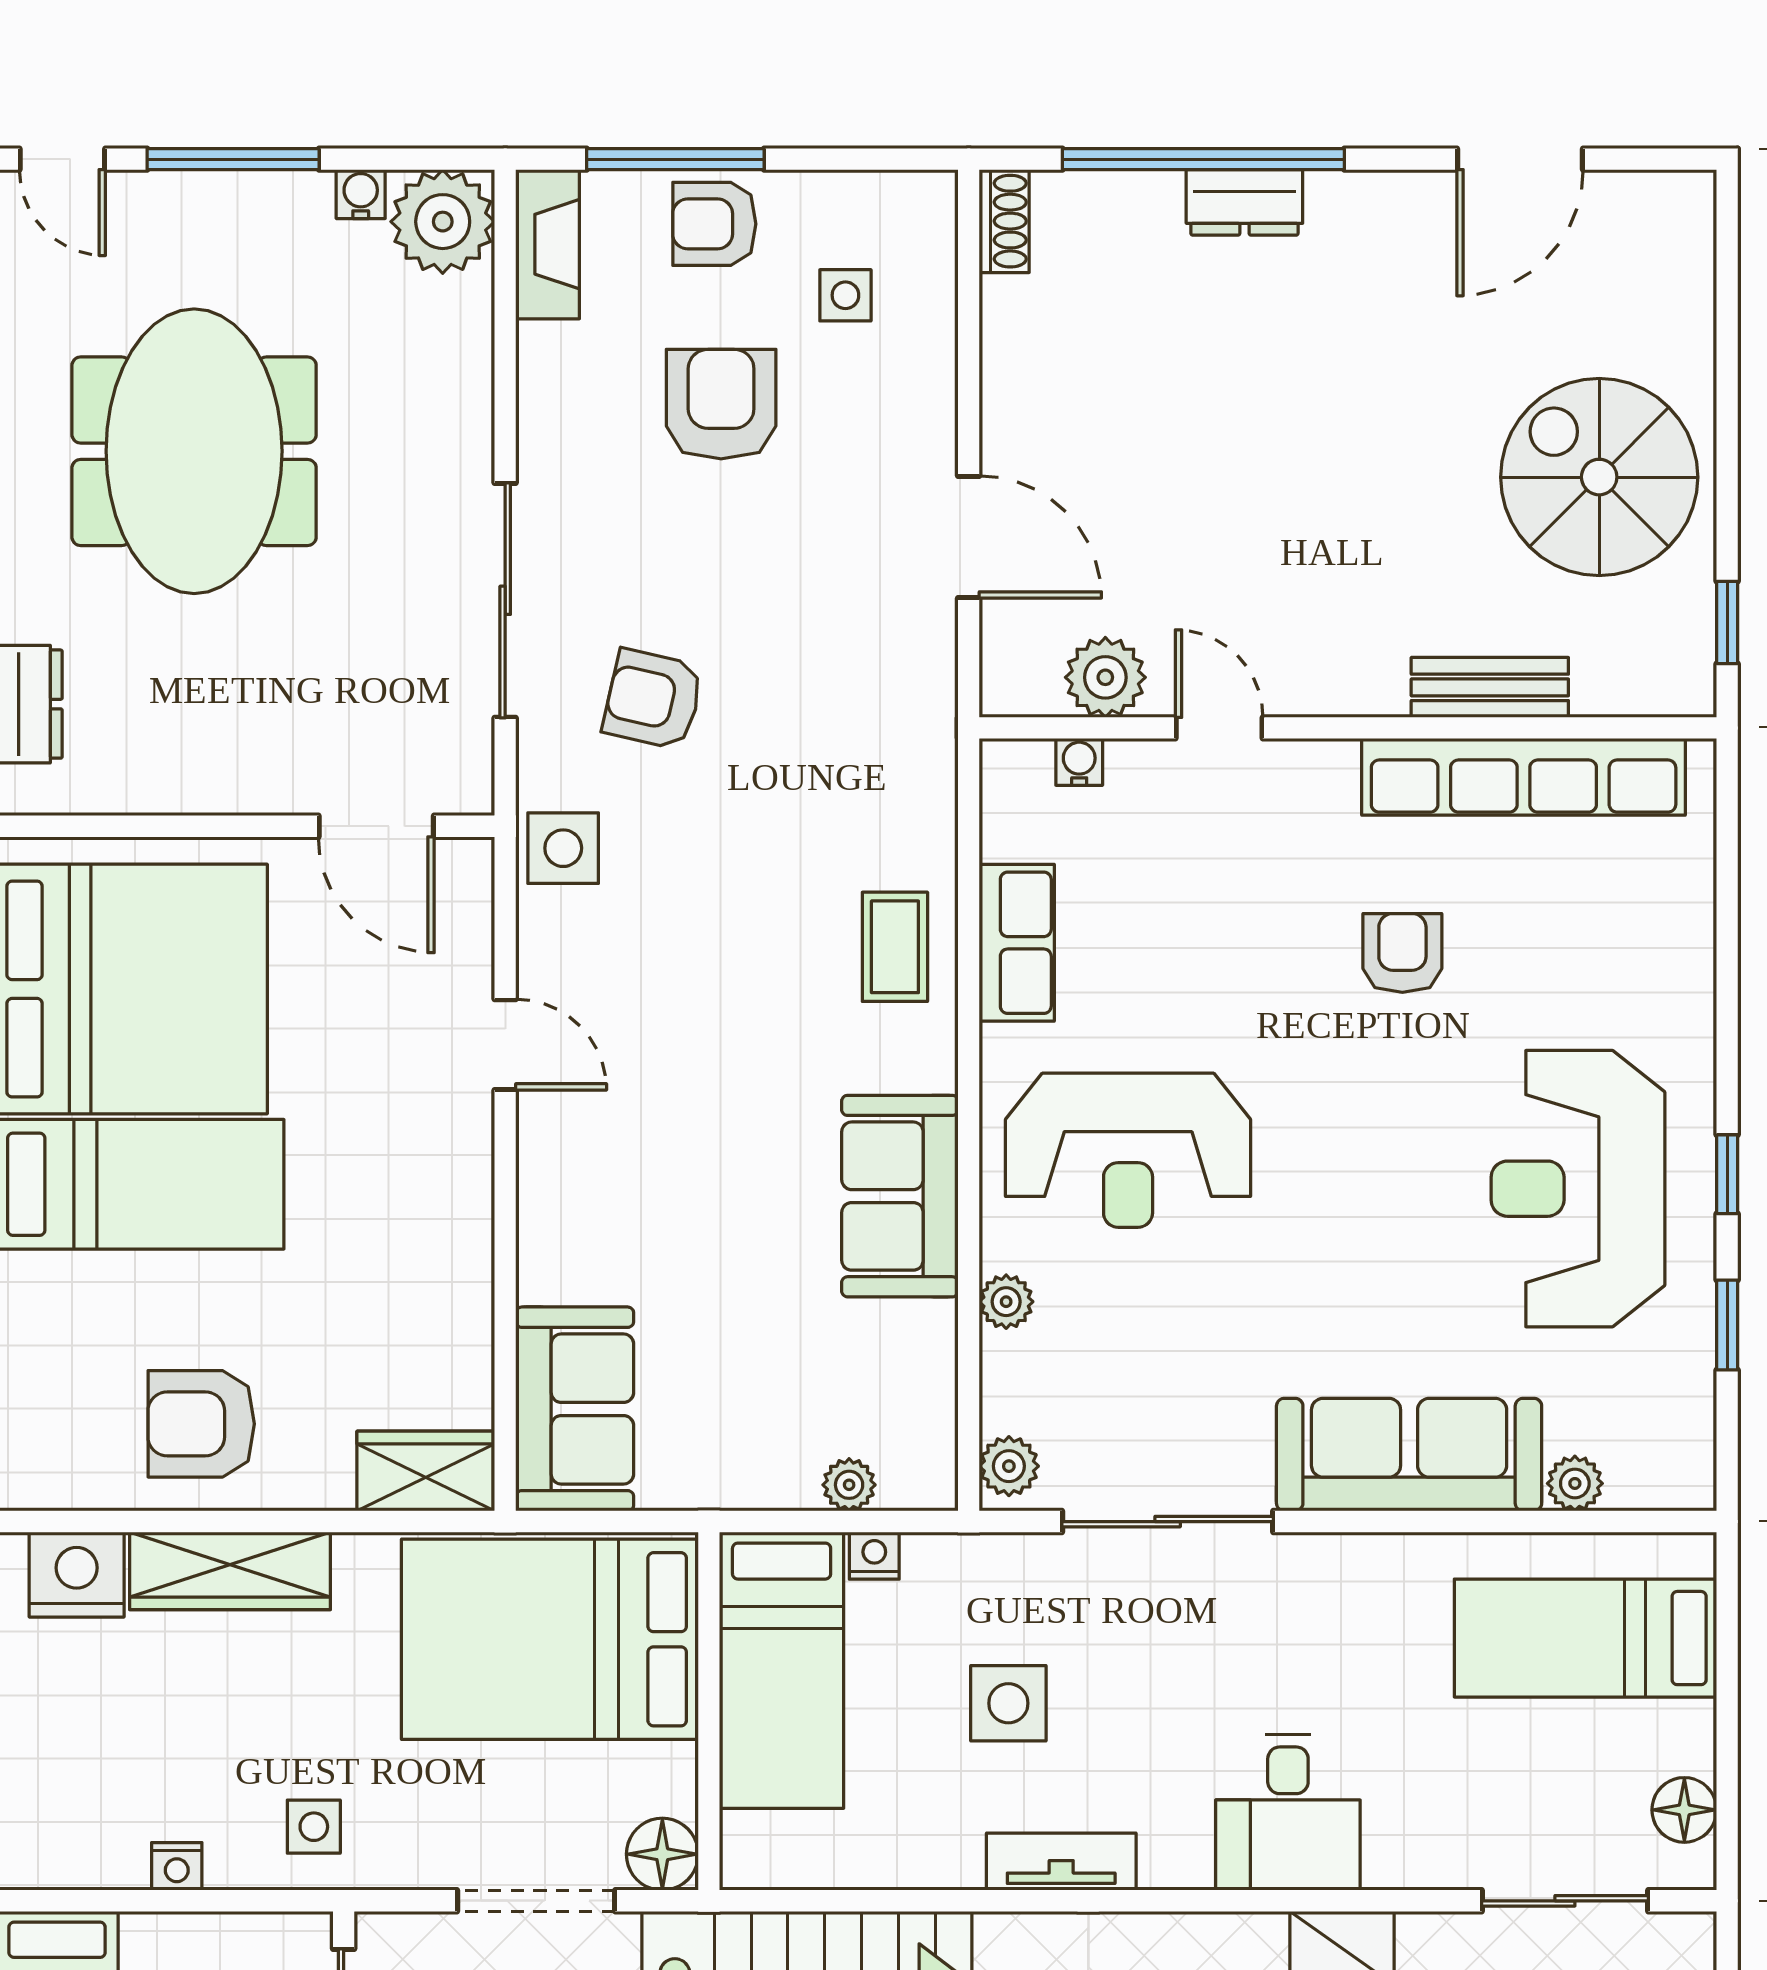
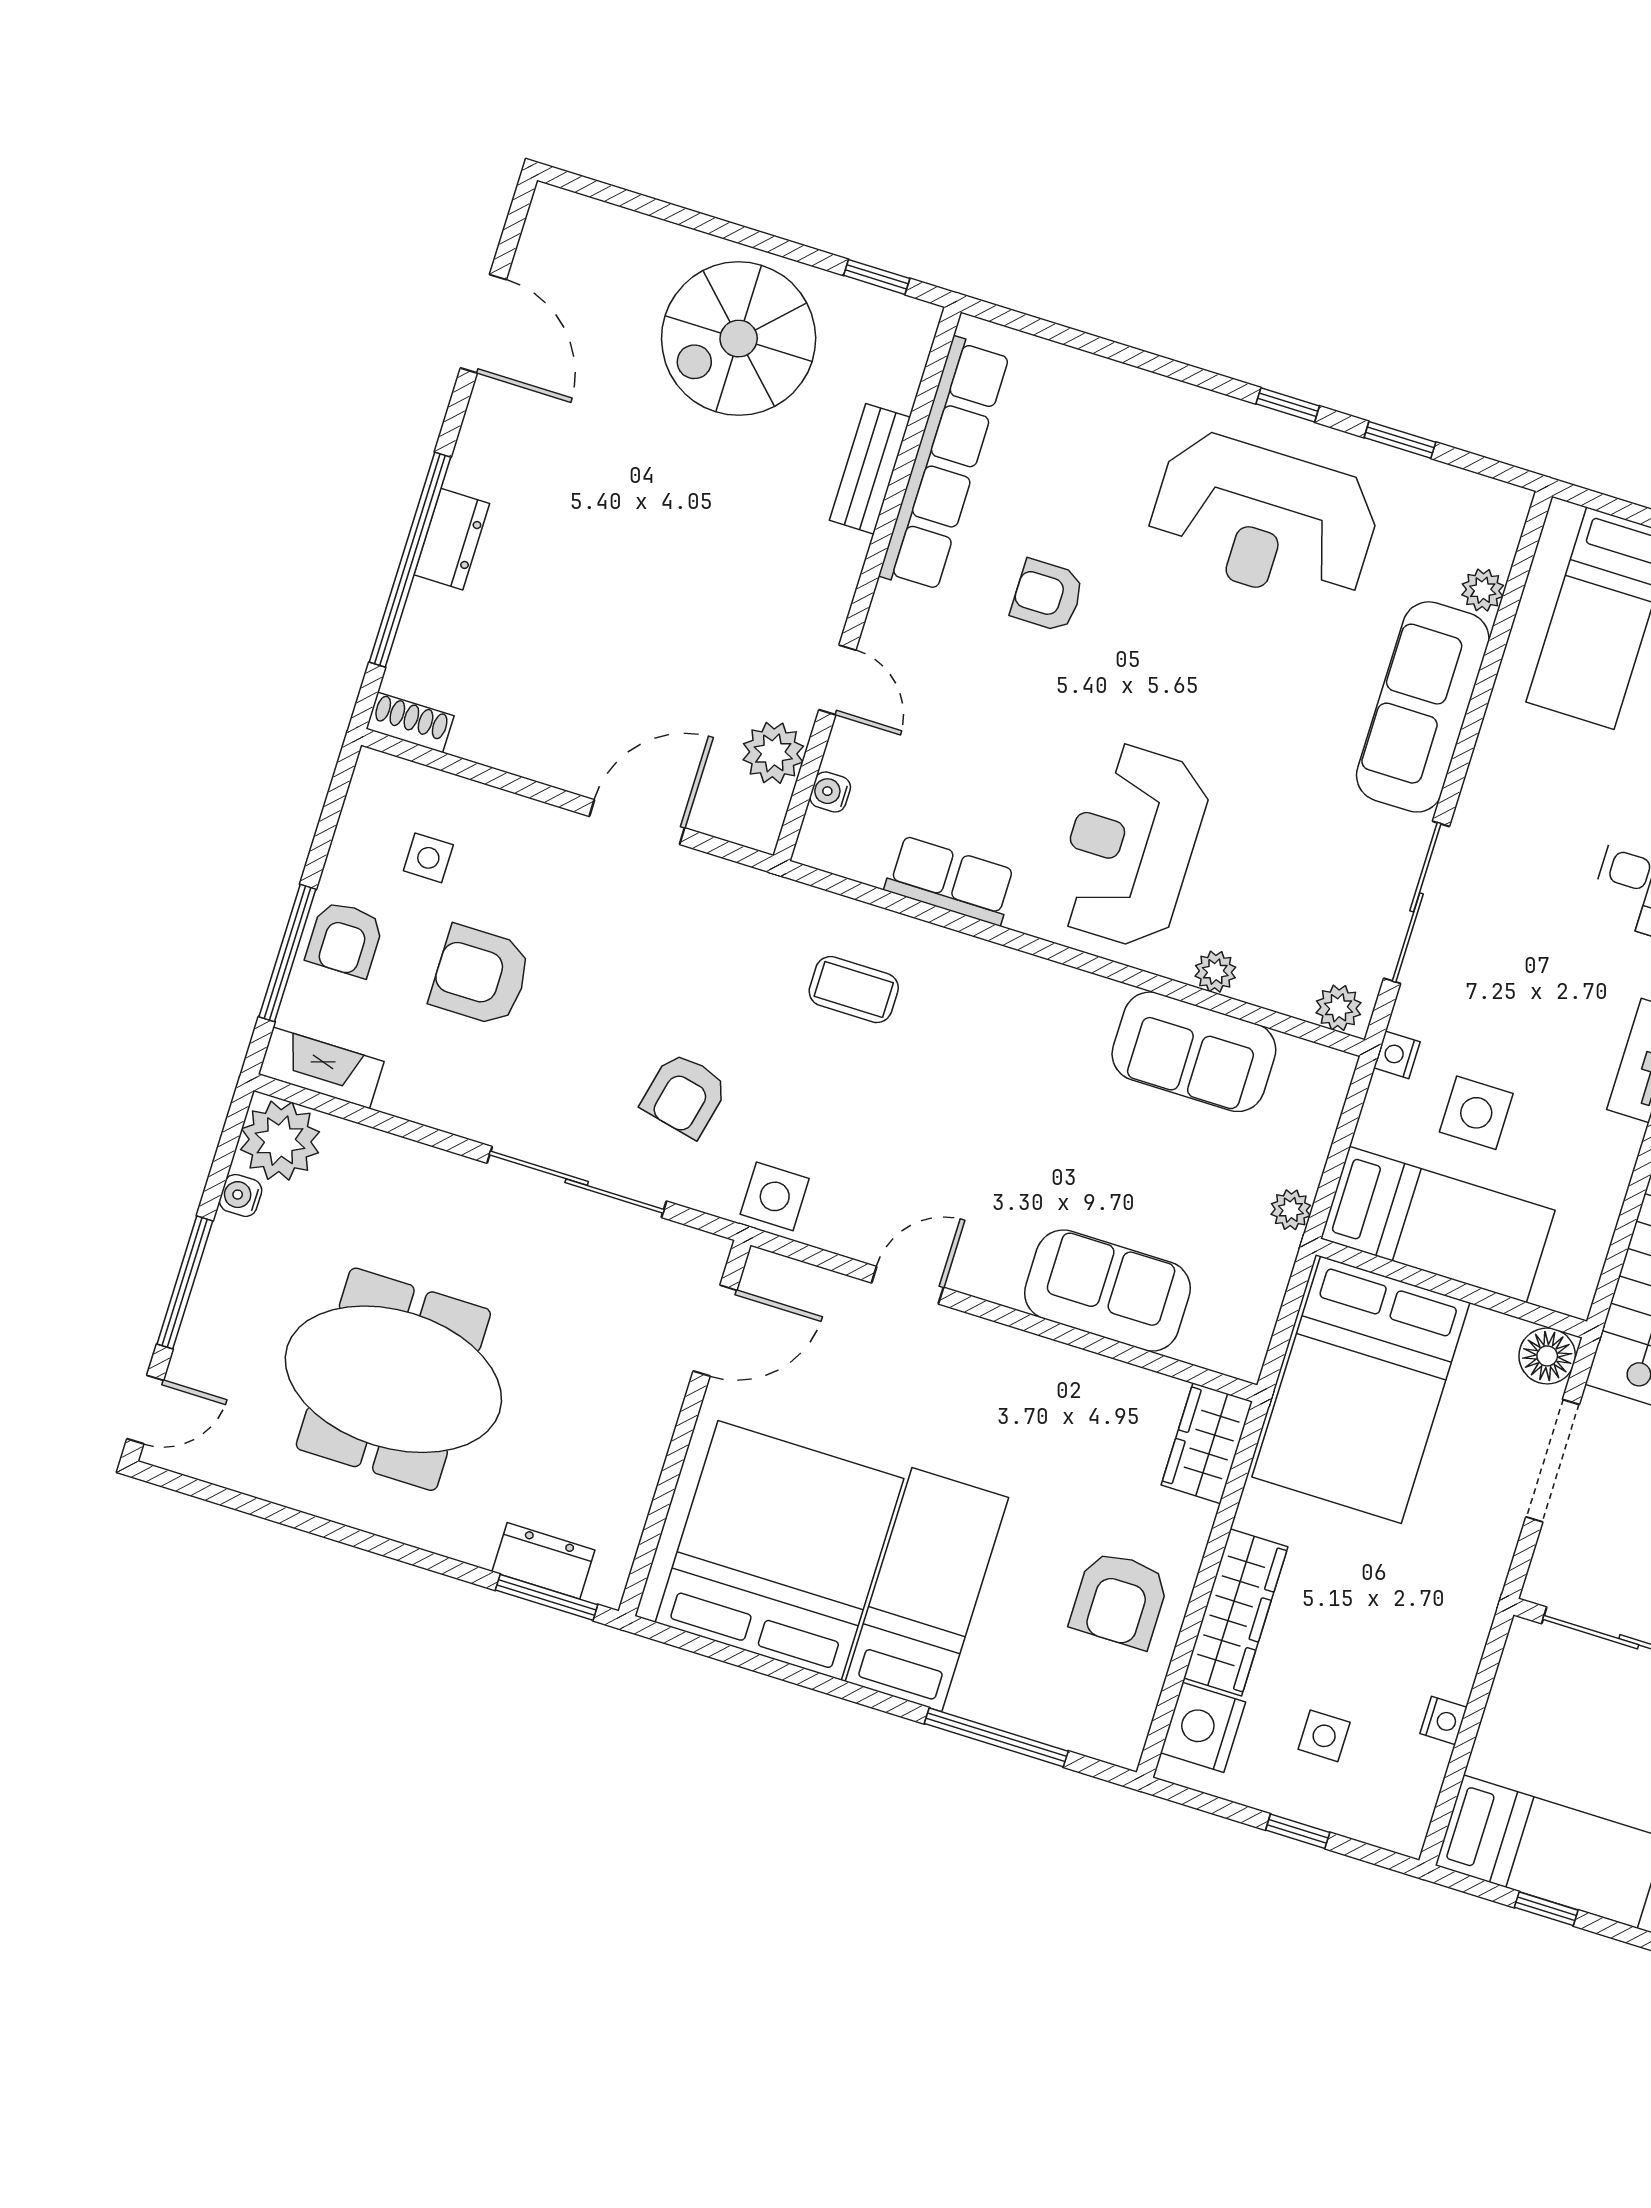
door: (1219, 728) -> (837, 680), swing flipped
coffee table: (895, 947) -> (854, 990), moved
reception desk: (1128, 1150) -> (1131, 846), turned 180
sofa: (900, 1196) -> (1194, 1052), moved
sofa: (575, 1409) -> (1107, 1291), moved
plant: (849, 1485) -> (1291, 1210), moved
nightstand: (874, 1556) -> (1397, 1055), moved
side table: (1008, 1703) -> (1476, 1113), moved
side table: (314, 1827) -> (1324, 1736), moved

